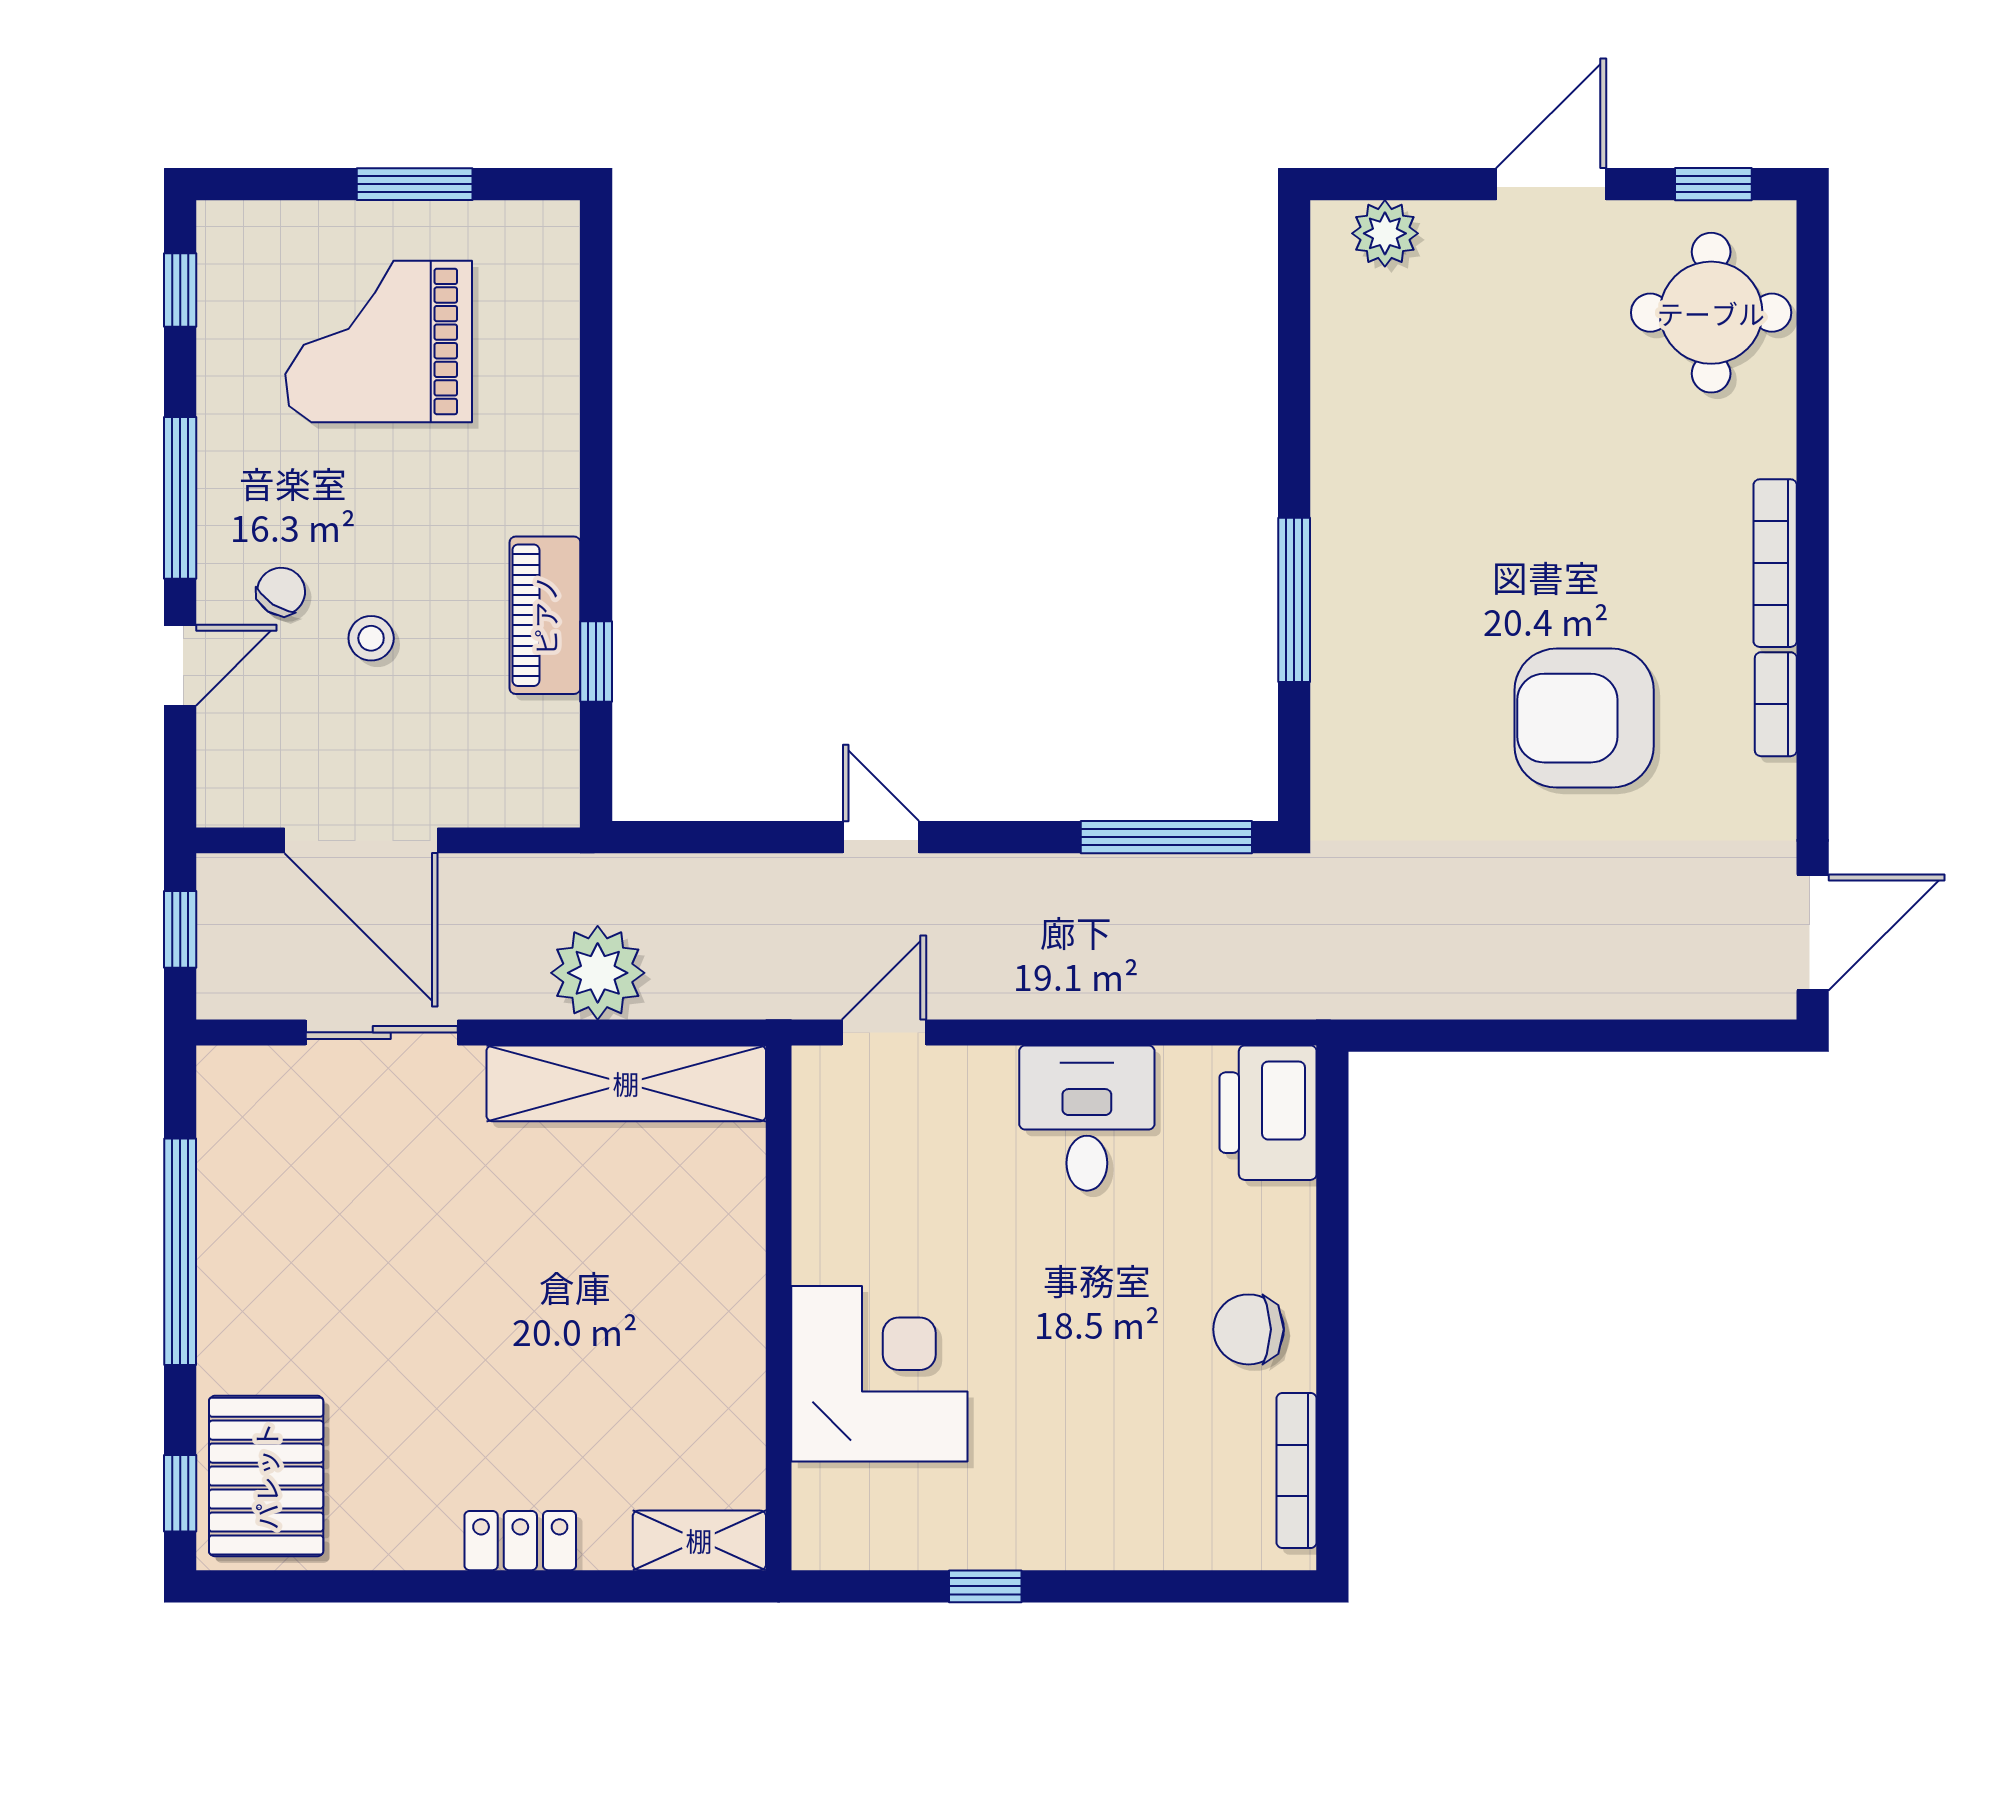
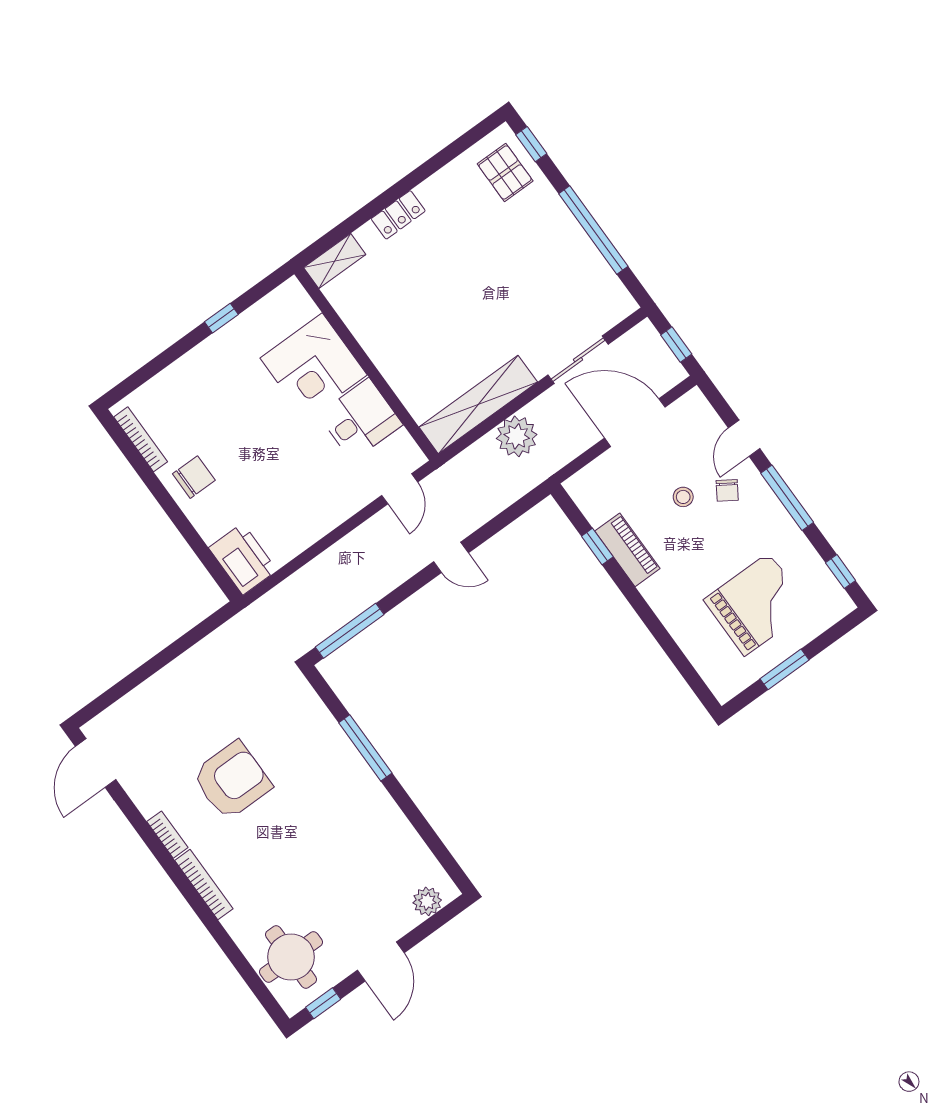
desk: (1087, 1118) -> (360, 420), moved, turned -90
pallet: (266, 1476) -> (505, 172), width x0.67, depth x0.71

